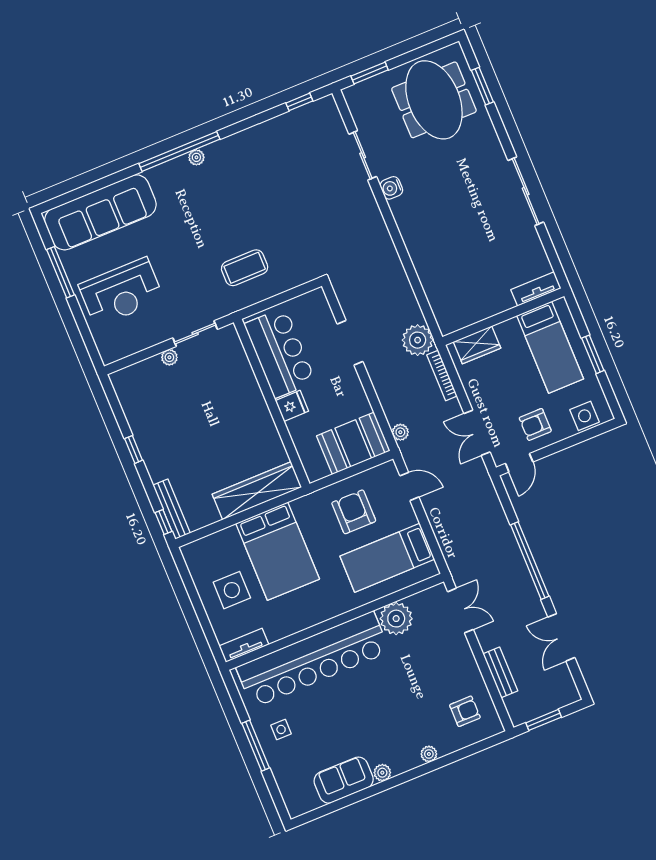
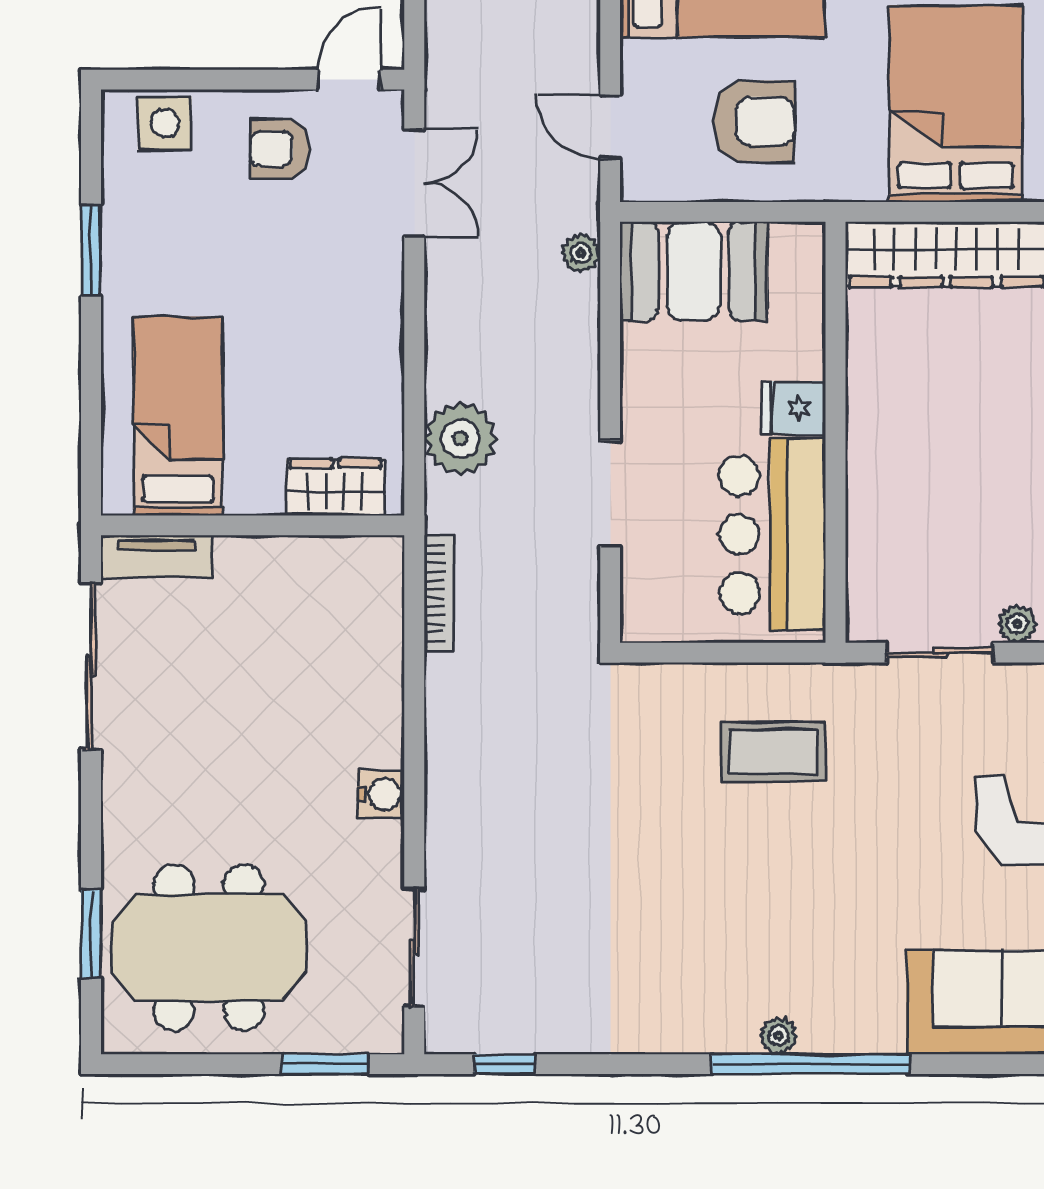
meeting table: (434, 100) -> (209, 948), turned 90
sliding door: (363, 155) -> (414, 947), moved
tv unit: (536, 289) -> (156, 556), moved
wall: (503, 317) -> (253, 525), moved
wardrobe: (477, 345) -> (335, 487), moved
bed: (550, 347) -> (178, 416), moved
bookcase: (442, 375) -> (439, 593), moved
armchair: (535, 424) -> (280, 149), turned 180
armchair: (354, 512) -> (754, 121), turned -90

